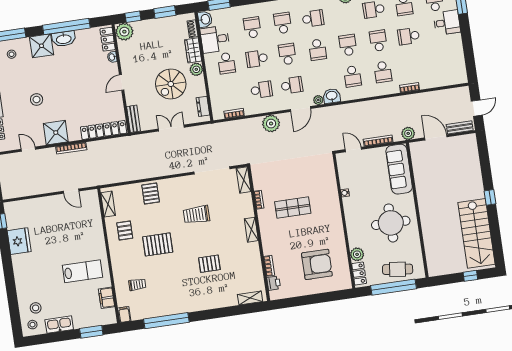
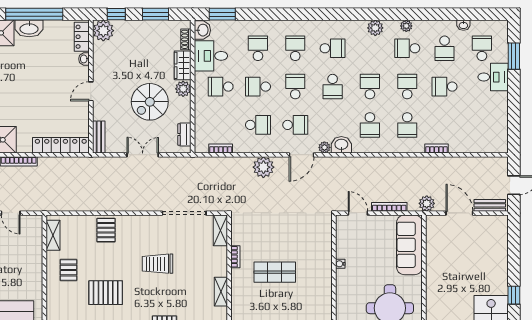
school desk: (227, 63) -> (221, 87), turned 90

